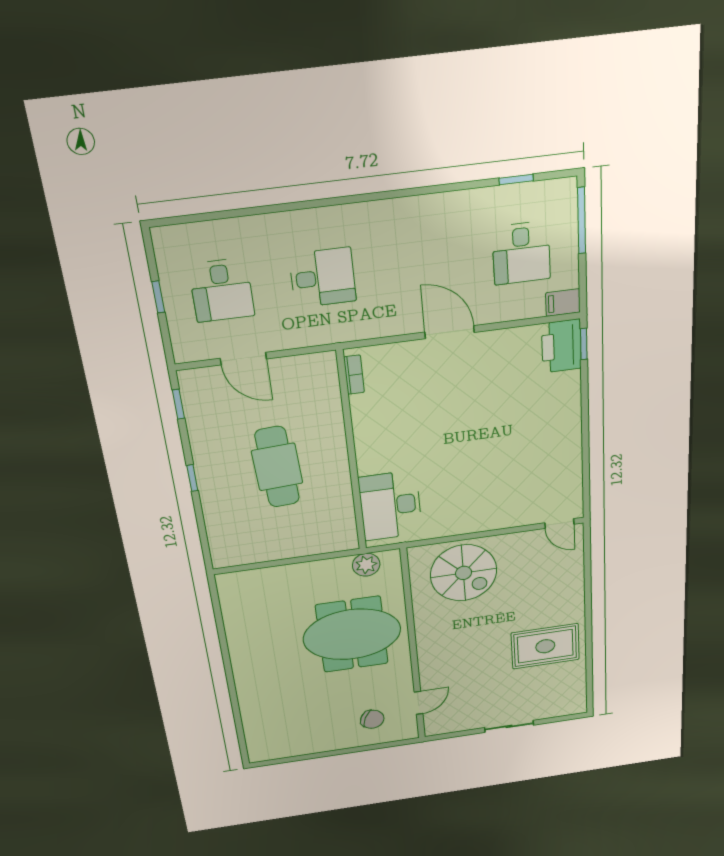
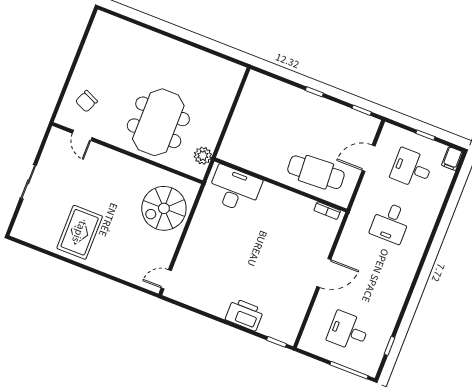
filing cabinet: (563, 303) -> (452, 159), moved, turned 180
printer: (561, 346) -> (244, 315), moved
cafe table: (277, 467) -> (316, 172), moved

